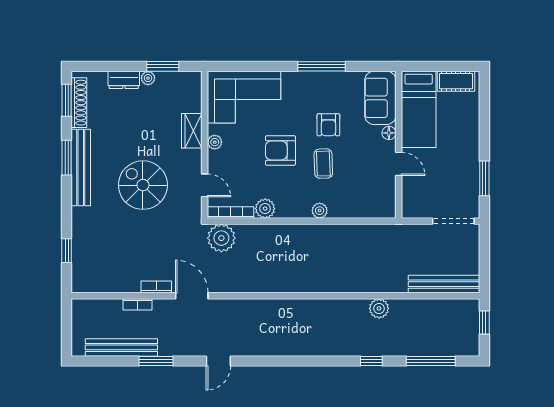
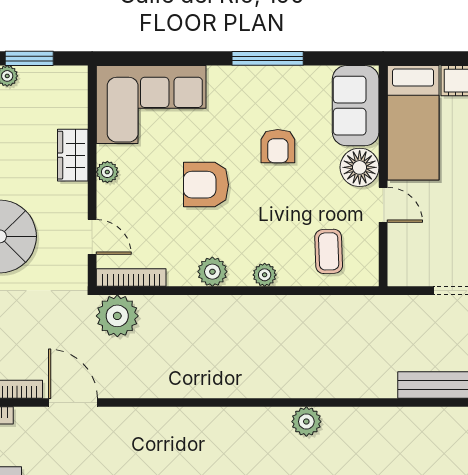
floor lamp: (389, 133) -> (360, 167), width x1.89, depth x1.89
coffee table: (323, 164) -> (329, 251), moved
plant: (265, 209) -> (212, 272), moved
plant: (379, 308) -> (306, 422), moved

